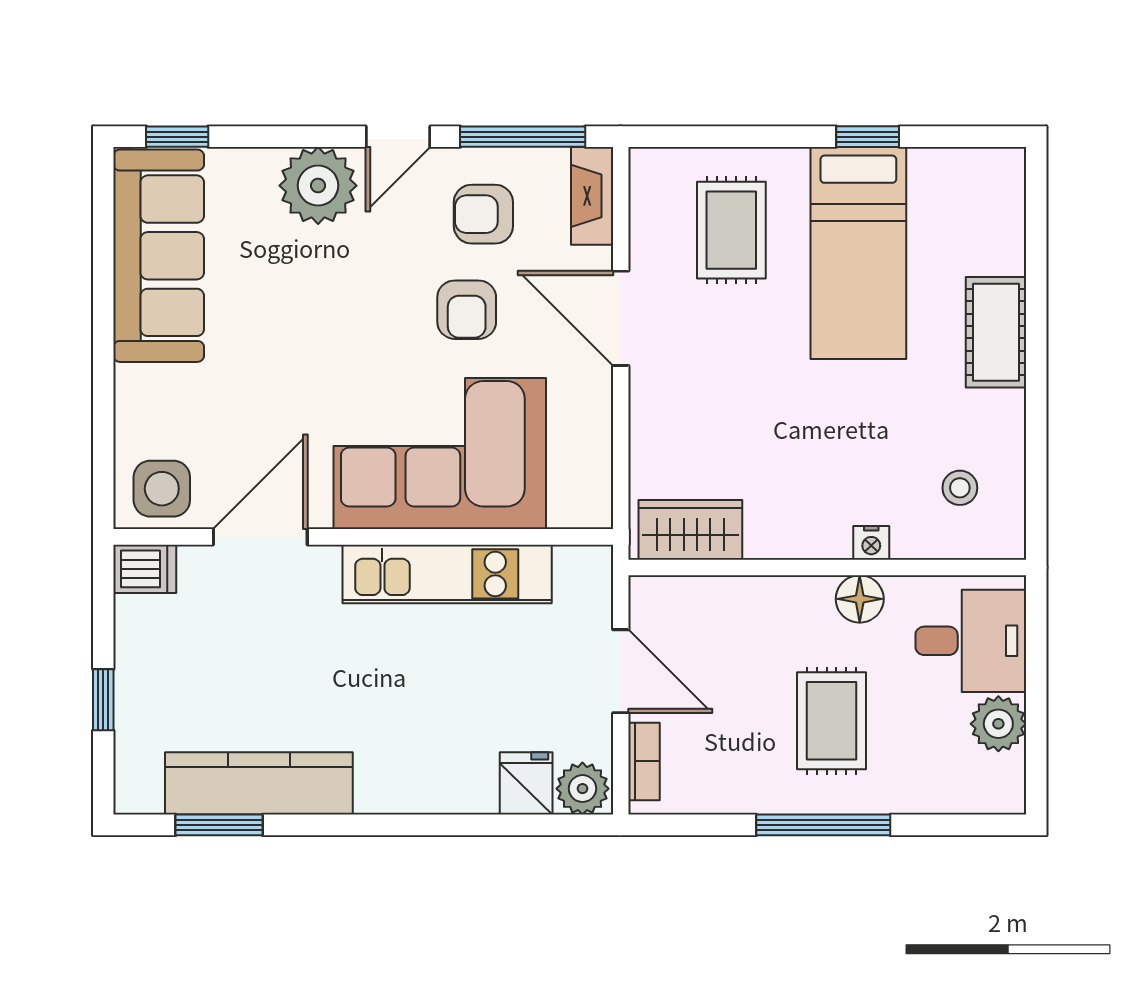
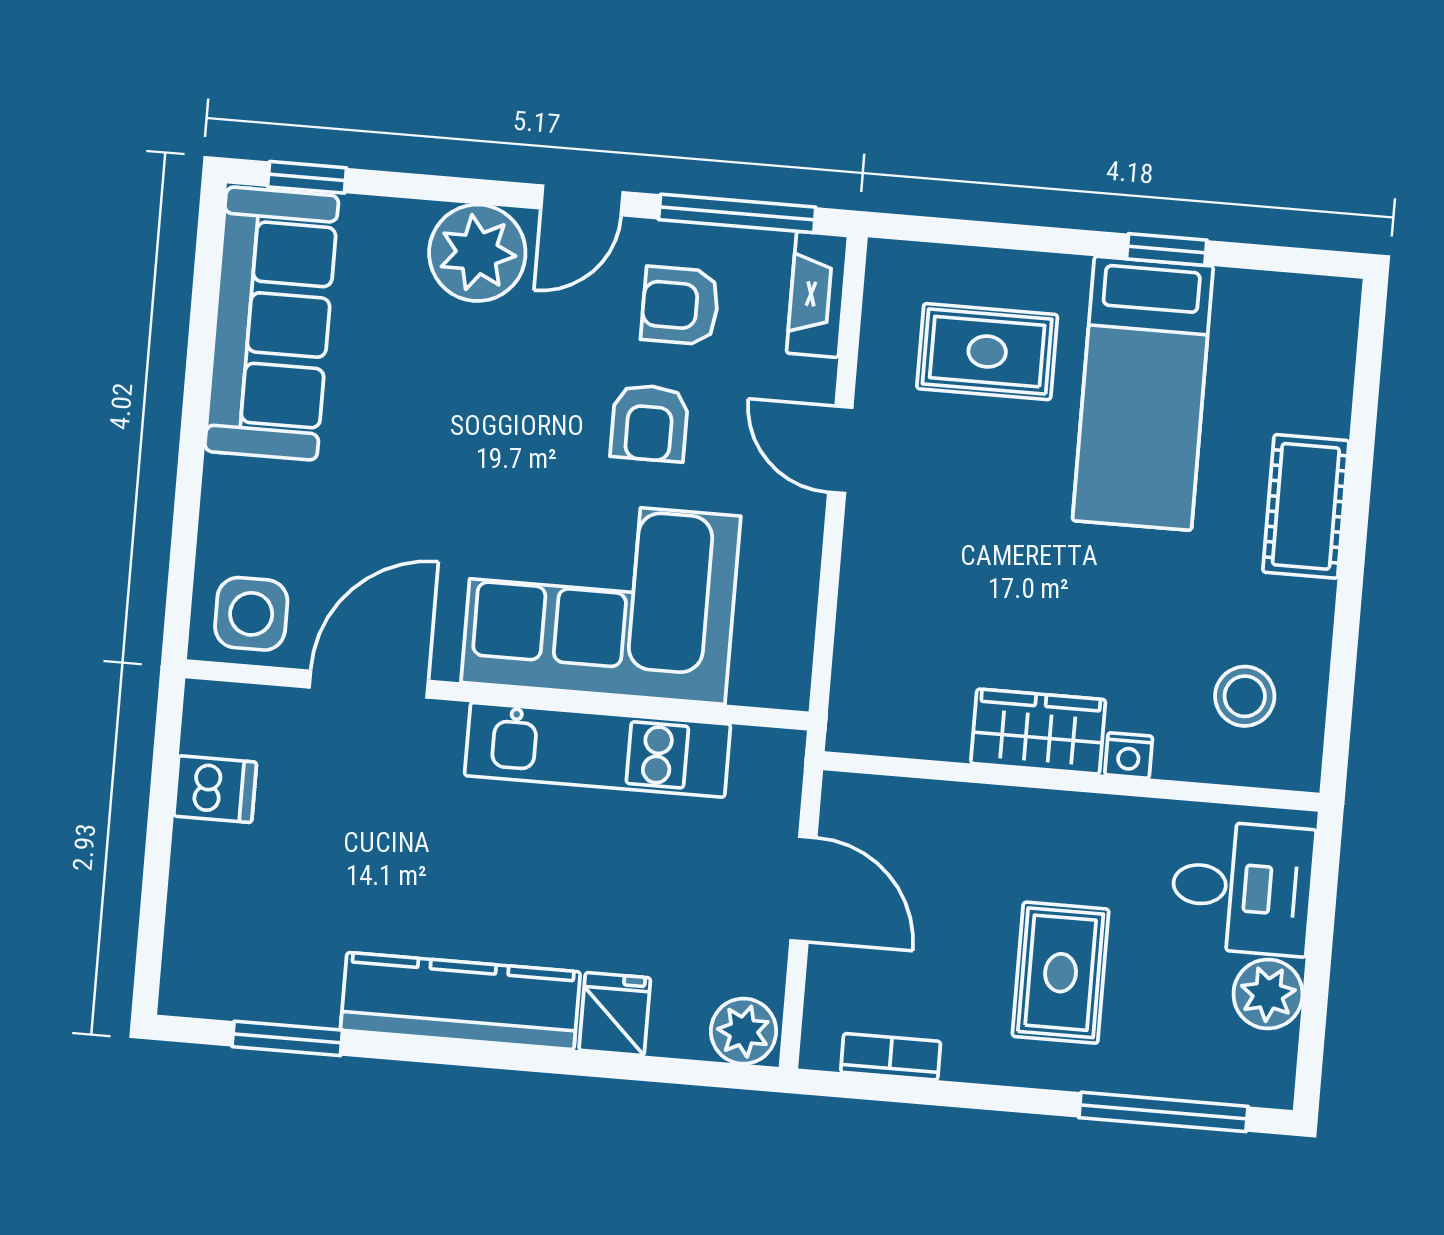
rug: (731, 230) -> (987, 352), turned 90
door: (621, 318) -> (840, 450), width x0.73
stool: (960, 488) -> (1245, 696), width x1.37, depth x1.37
wardrobe: (690, 530) -> (1038, 732), moved
dishwasher: (145, 569) -> (215, 789), moved
floor lamp: (860, 599) -> (1108, 824), removed
window: (103, 700) -> (156, 870), removed
bookcase: (644, 761) -> (891, 1057), moved, turned -90
kitchen counter: (259, 783) -> (460, 1001), moved
fridge: (526, 783) -> (615, 1014), moved
window: (823, 825) -> (1163, 1112), moved

